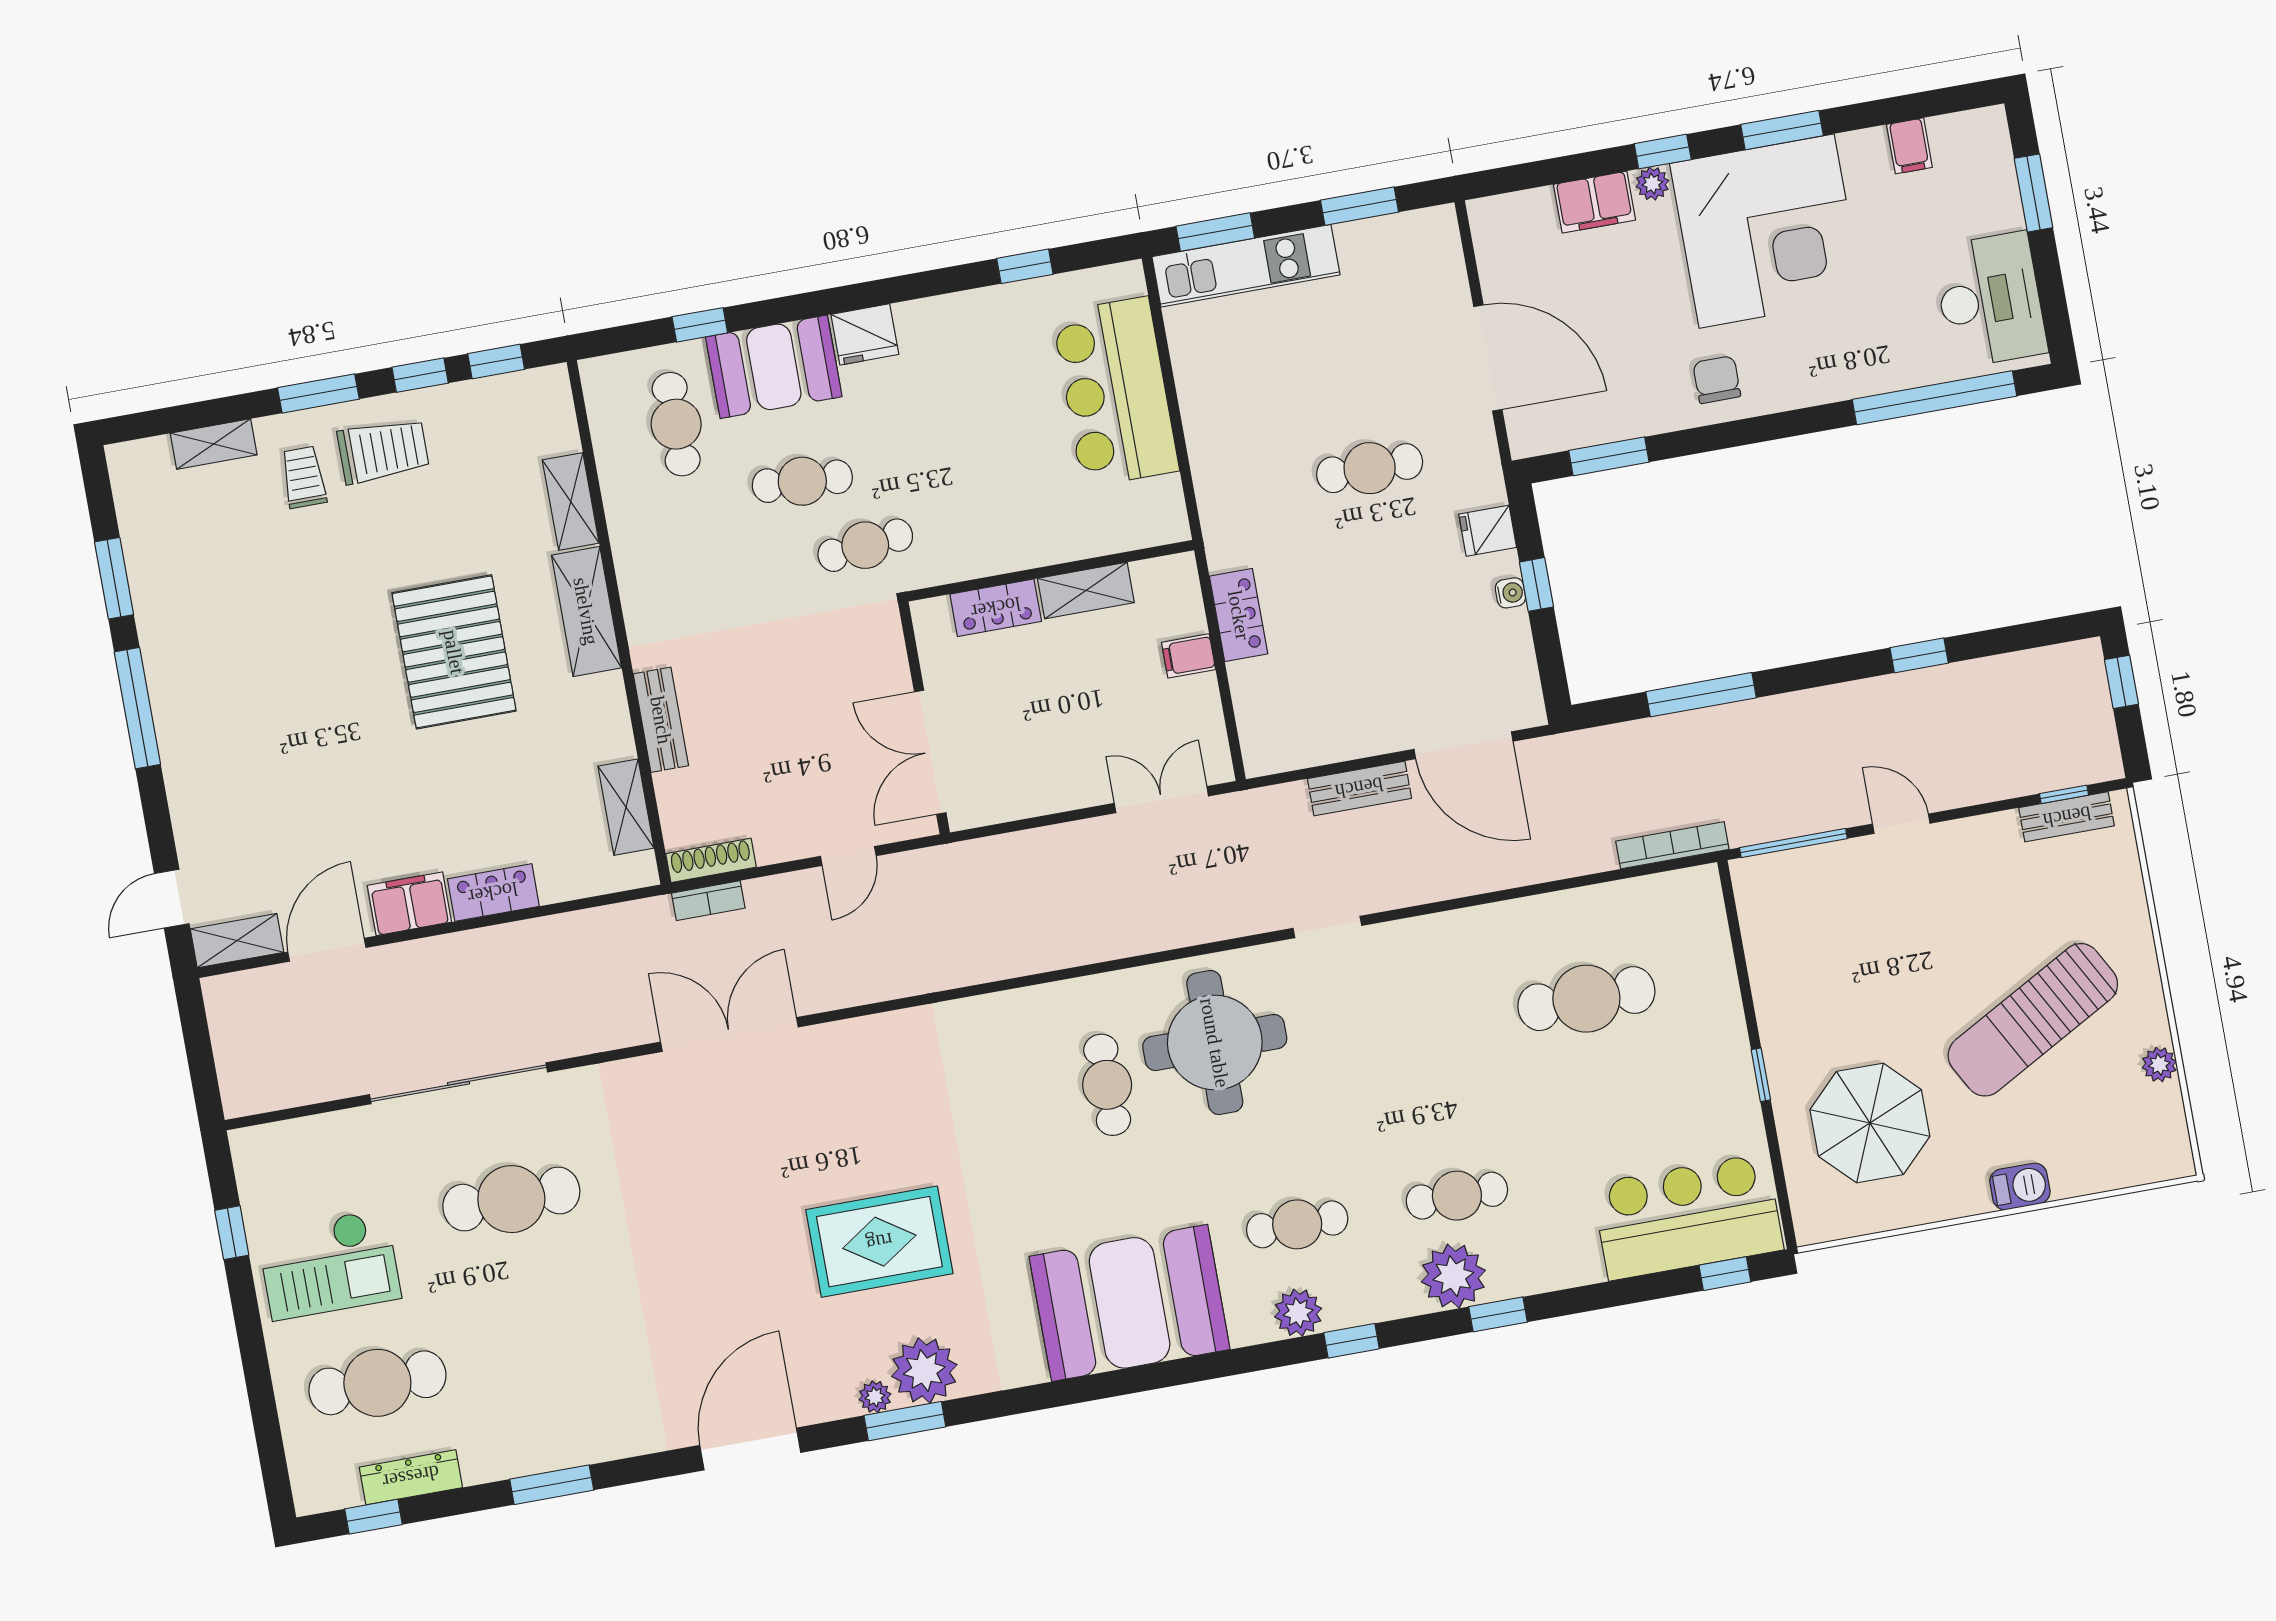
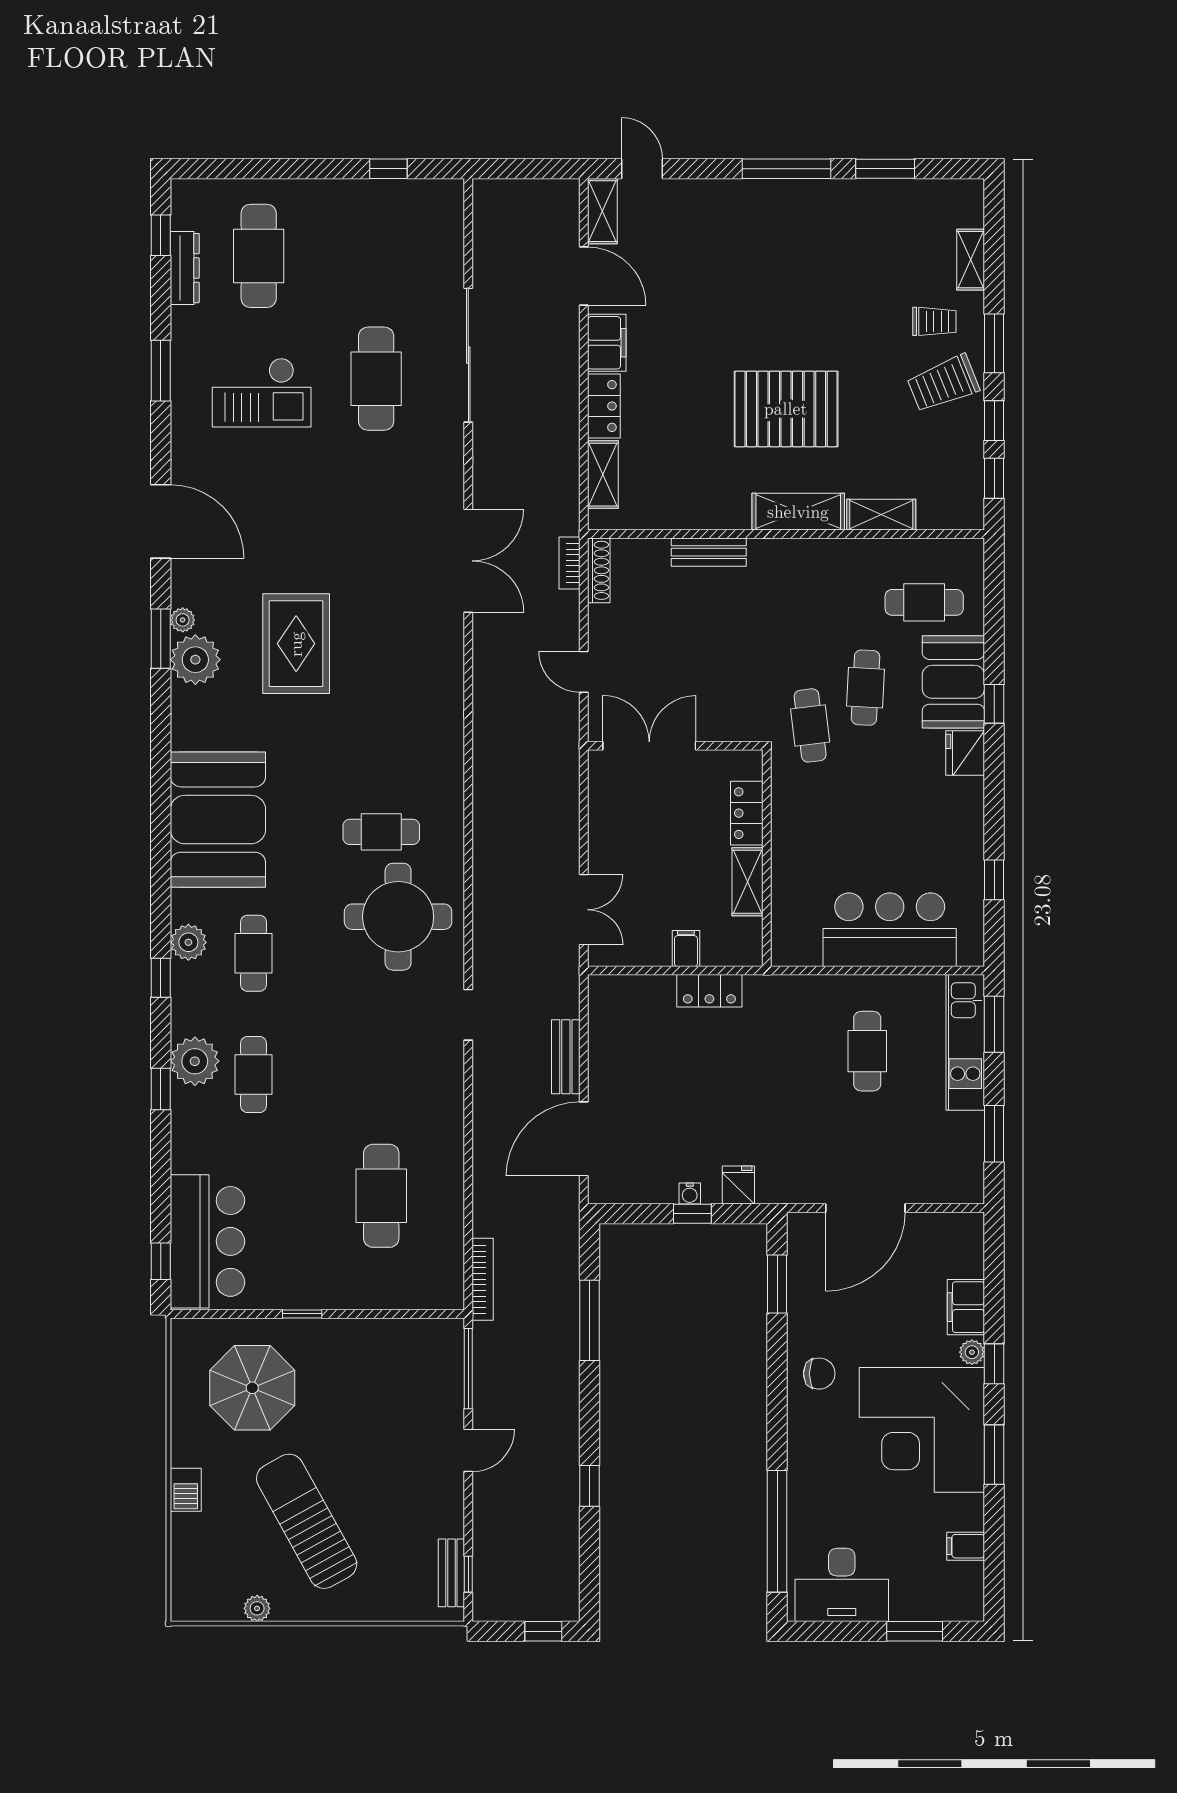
window: (700, 325) -> (994, 704), moved
trolley: (383, 451) -> (943, 383), turned 68
cafe table: (1370, 468) -> (867, 1051), moved
shelving: (626, 807) -> (603, 475), moved, turned 90
checkout: (329, 1264) -> (262, 393), moved, turned -90

